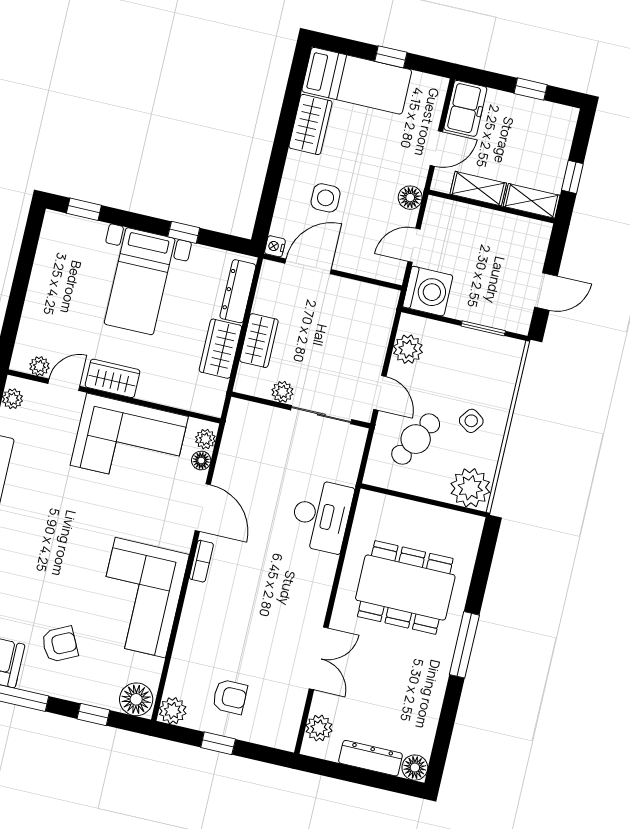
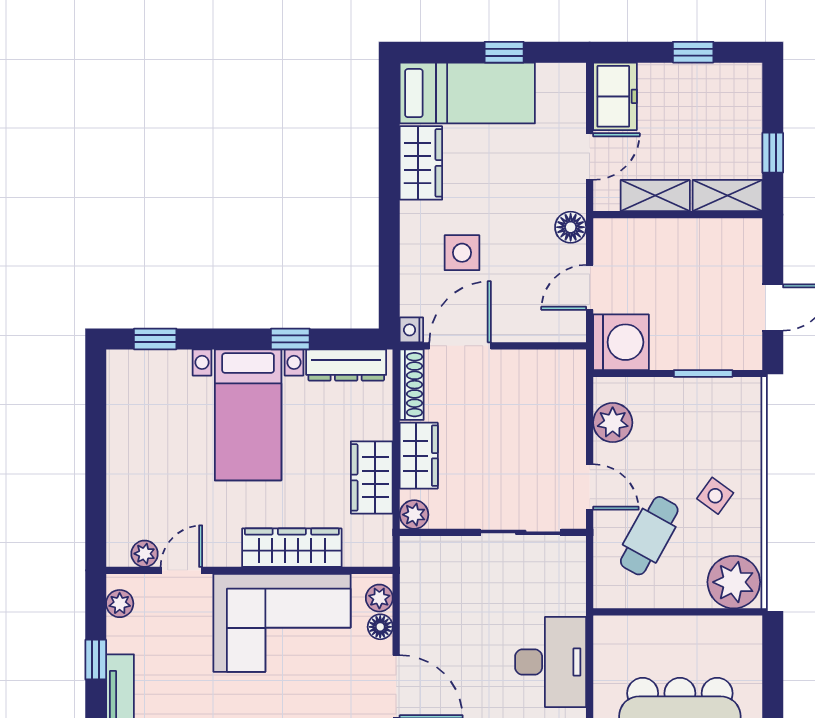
shoe rack: (266, 287) -> (412, 385), added
dresser: (238, 291) -> (346, 365), moved, turned -90
wardrobe: (113, 378) -> (292, 548), moved, width x1.50
plant: (282, 392) -> (414, 515), moved

